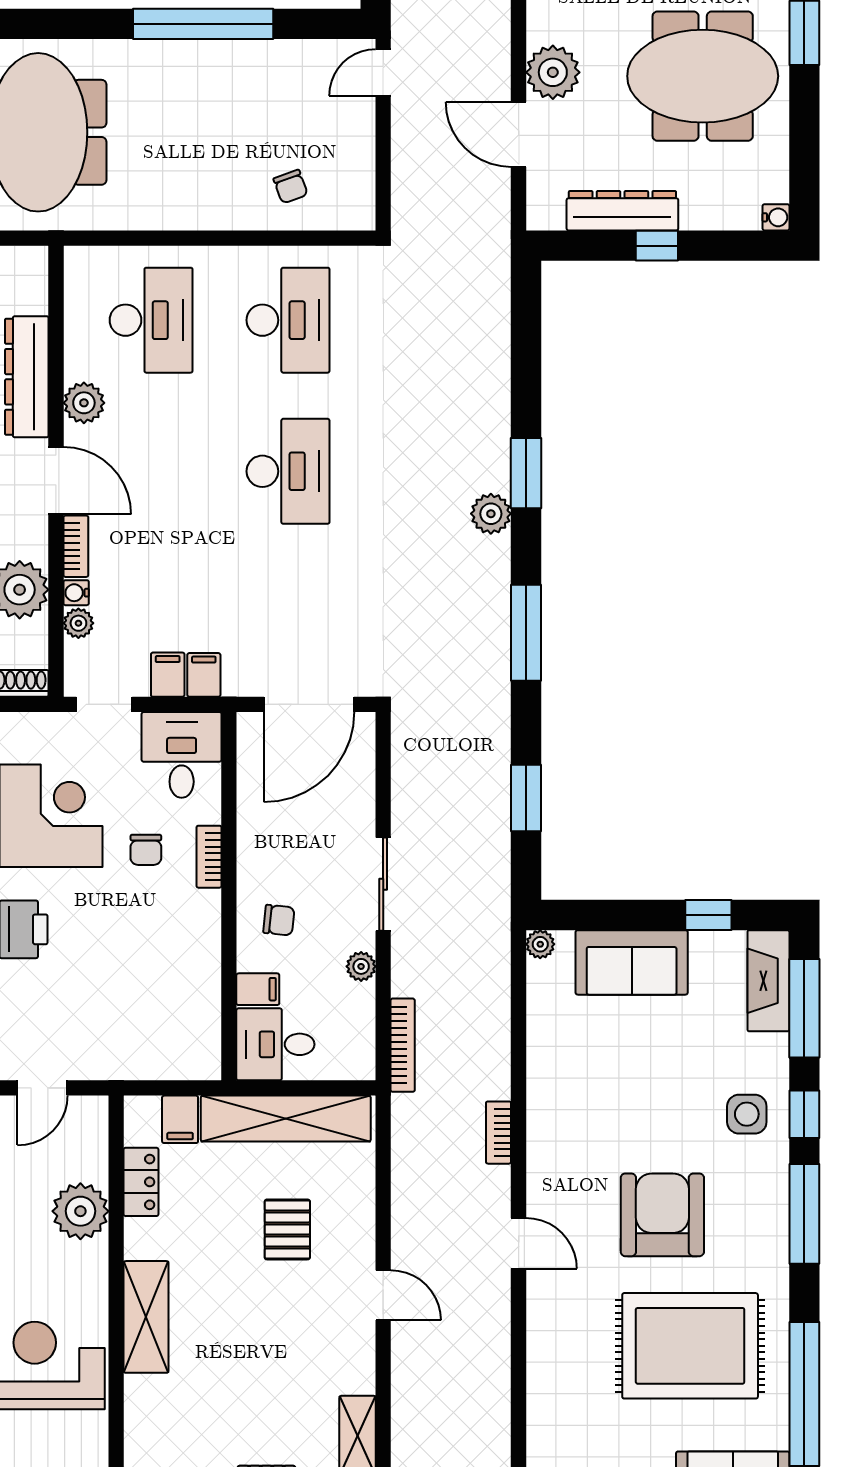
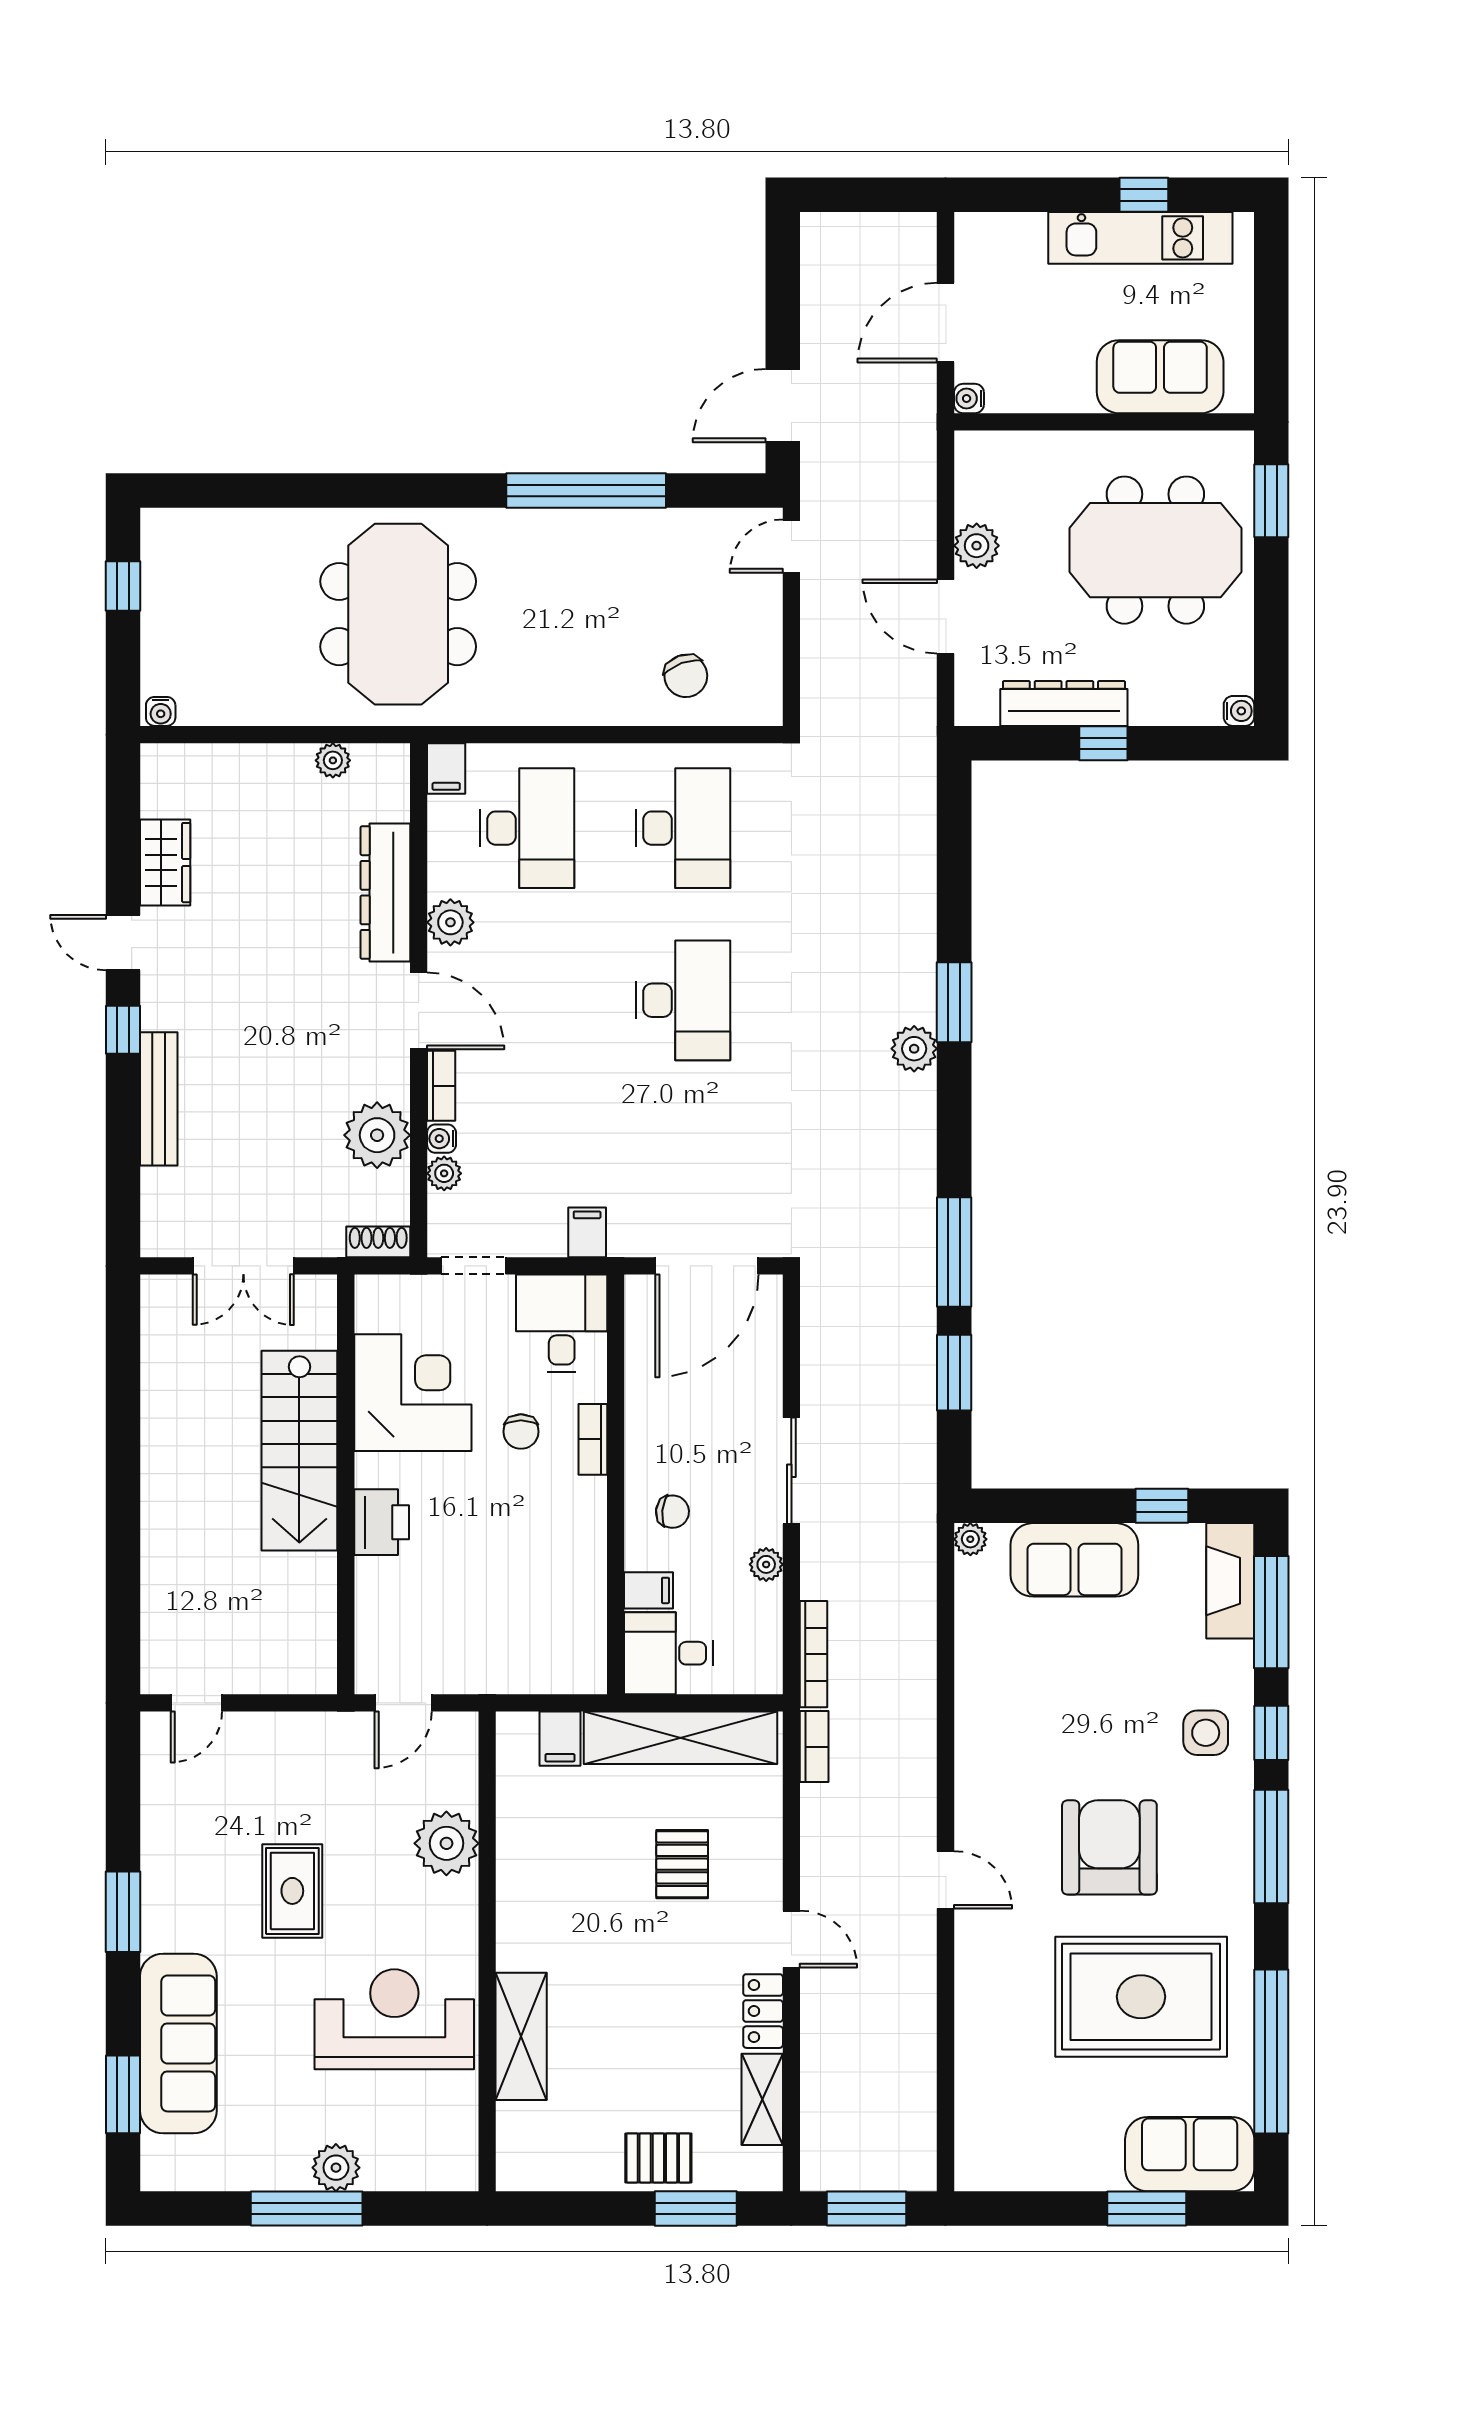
plant: (553, 72) -> (977, 546), width x0.73, depth x0.73
chair: (291, 187) -> (686, 676), width x1.37, depth x1.37
window: (526, 633) -> (954, 1252), moved
filing cabinet: (168, 675) -> (446, 769), moved, turned 180
bookcase: (499, 1133) -> (814, 1747), moved, turned 180
locker: (141, 1182) -> (763, 2011), moved, turned 180
shelving: (146, 1317) -> (521, 2036), moved

